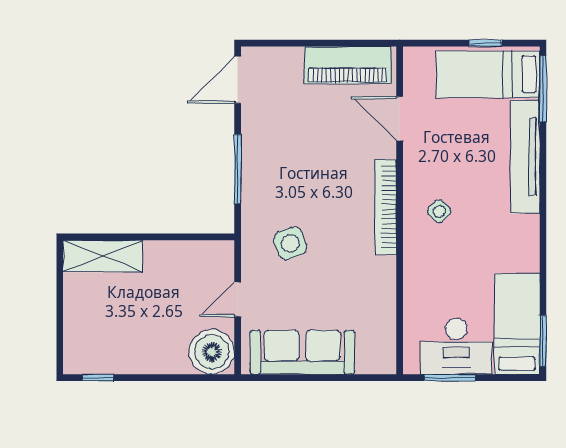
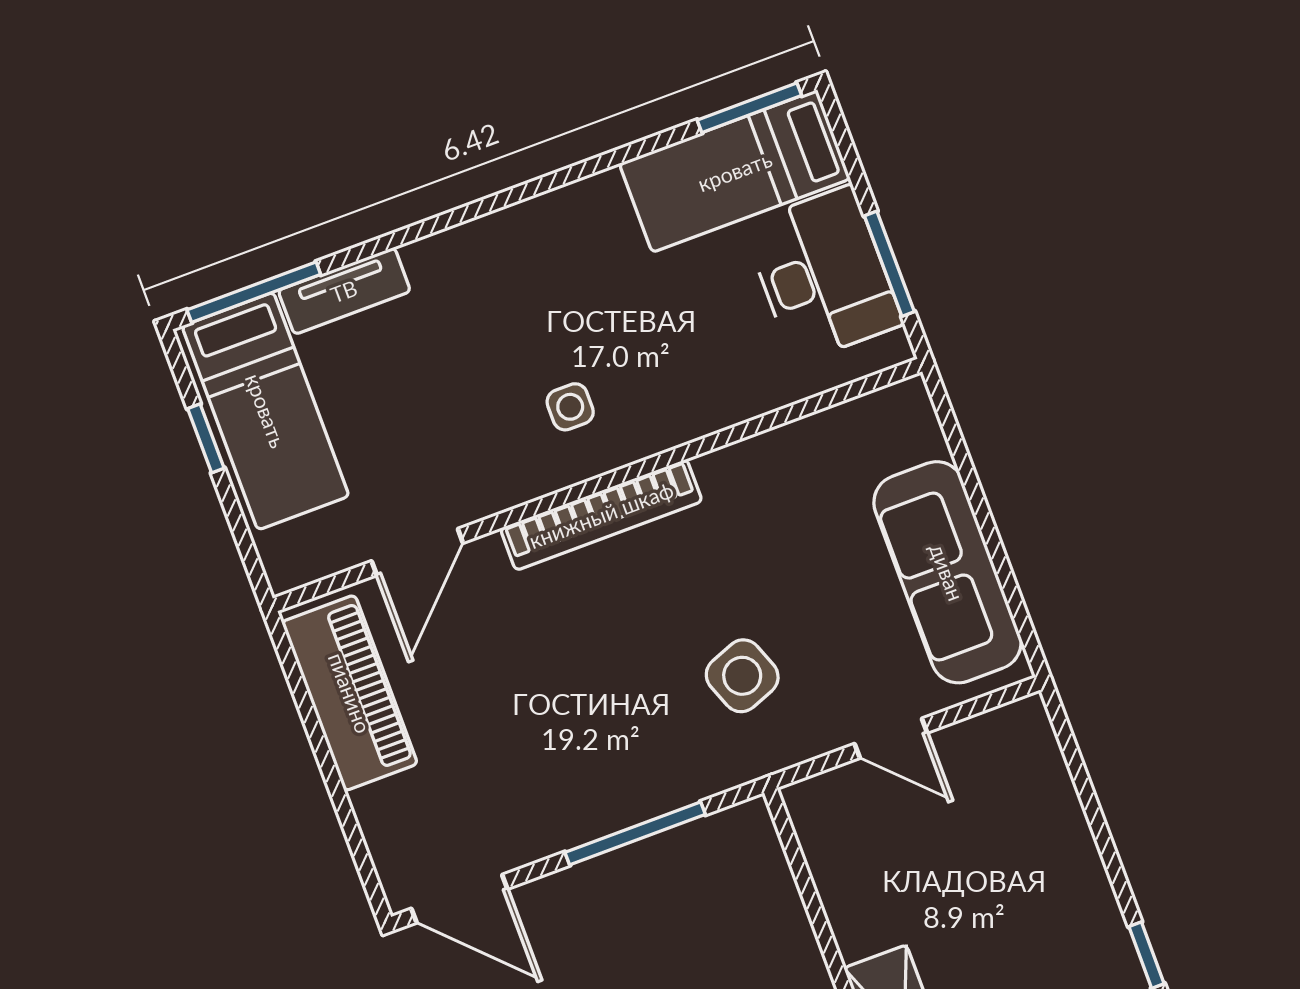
tv unit: (525, 157) -> (344, 291), width x0.52, depth x0.78
side table: (439, 211) -> (570, 407), turned 45
boiler: (212, 352) -> (1013, 751), removed

